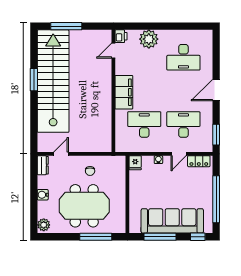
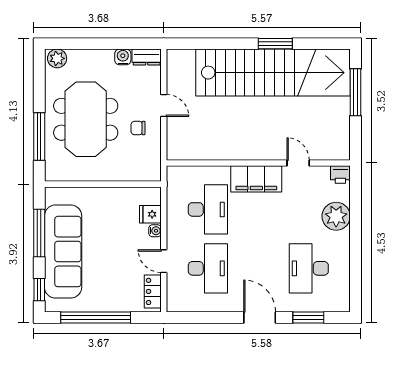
door: (113, 51) -> (298, 163), moved
window: (216, 135) -> (308, 318), moved
door: (61, 154) -> (164, 105), moved
fridge: (135, 163) -> (150, 214), moved
water cooler: (43, 195) -> (123, 57), moved

